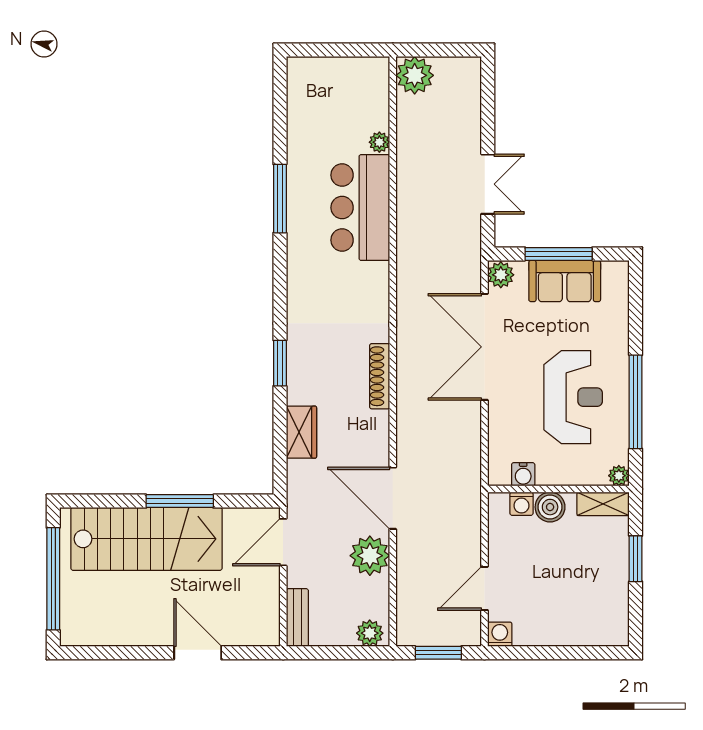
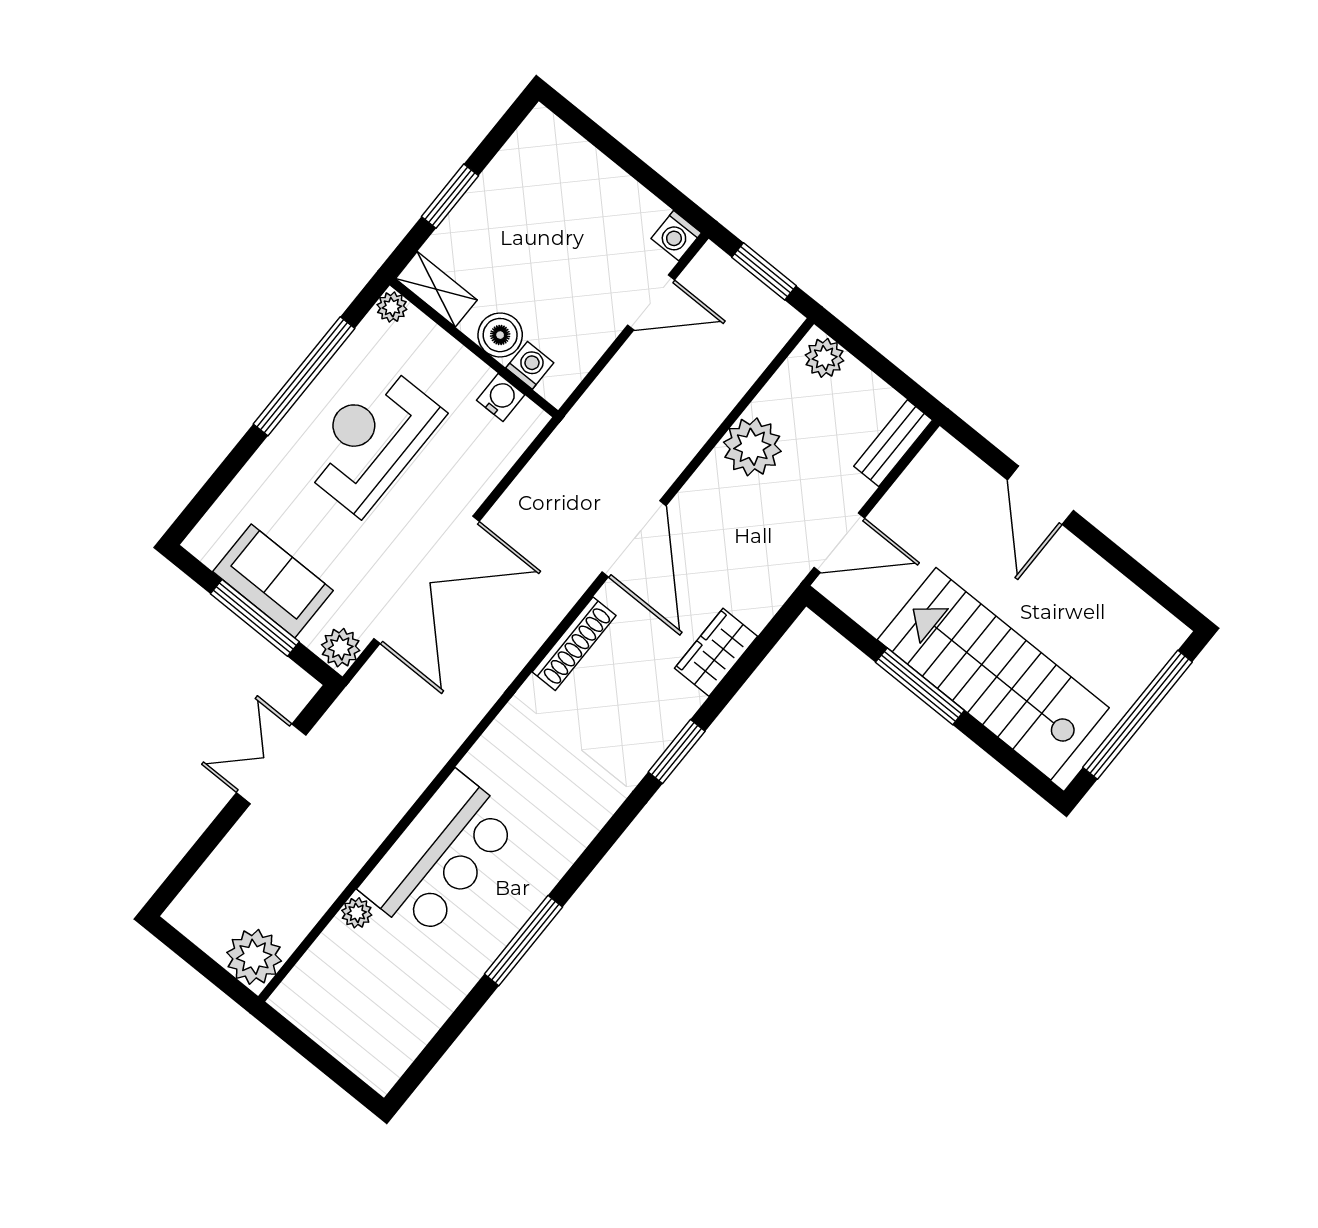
door: (393, 498) -> (634, 539), moved

